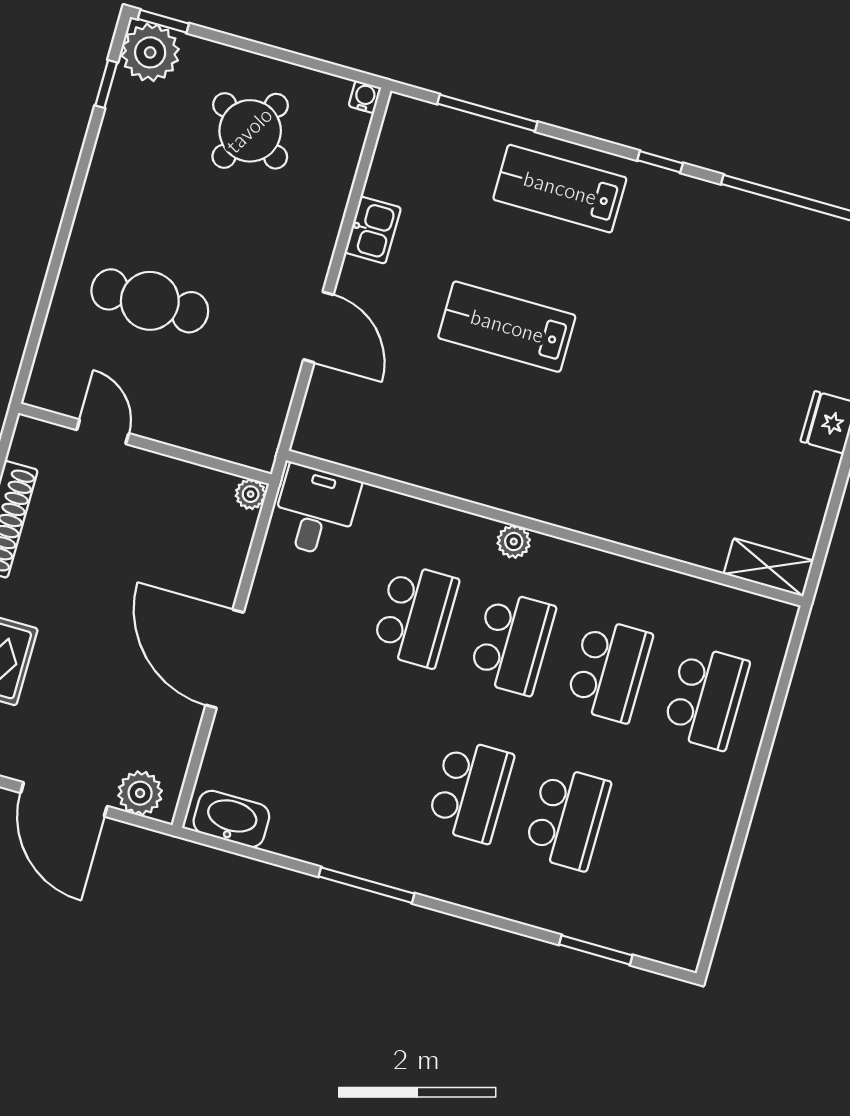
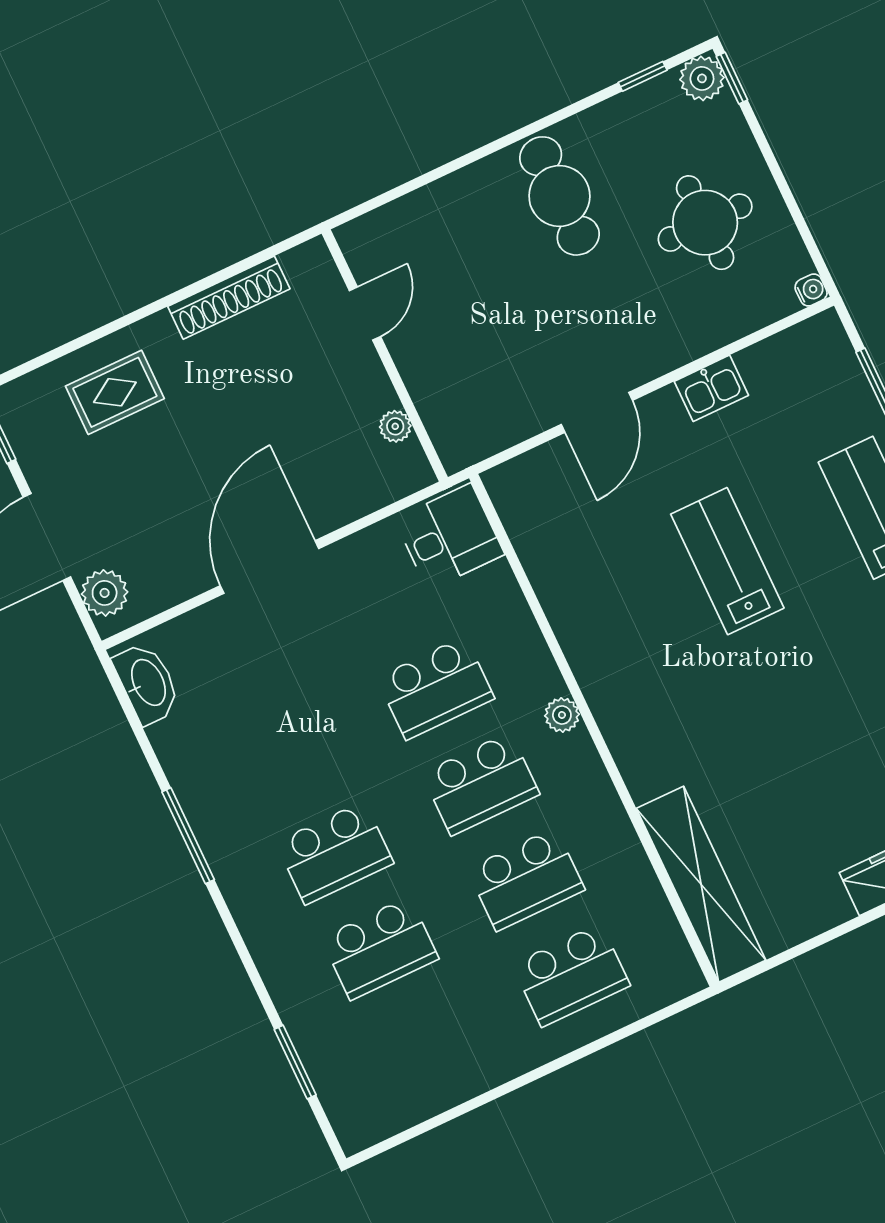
plant: (150, 52) -> (702, 78), width x0.73, depth x0.73
round table: (250, 131) -> (705, 223), turned -30
cafe table: (150, 301) -> (559, 196), moved
plant: (251, 494) -> (395, 426), moved
shelving: (769, 567) -> (701, 884), width x2.20, depth x1.33

